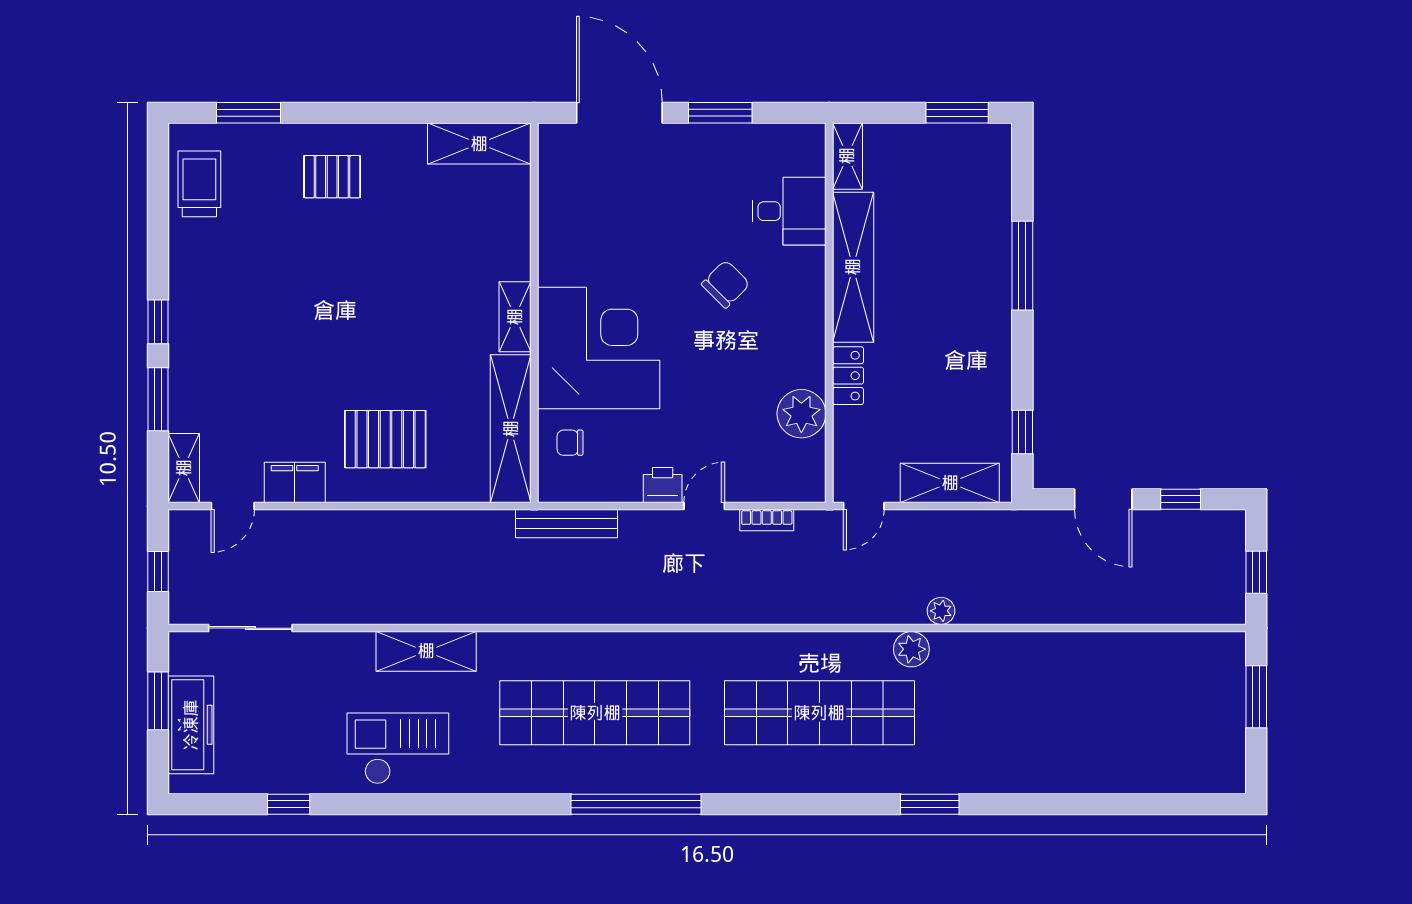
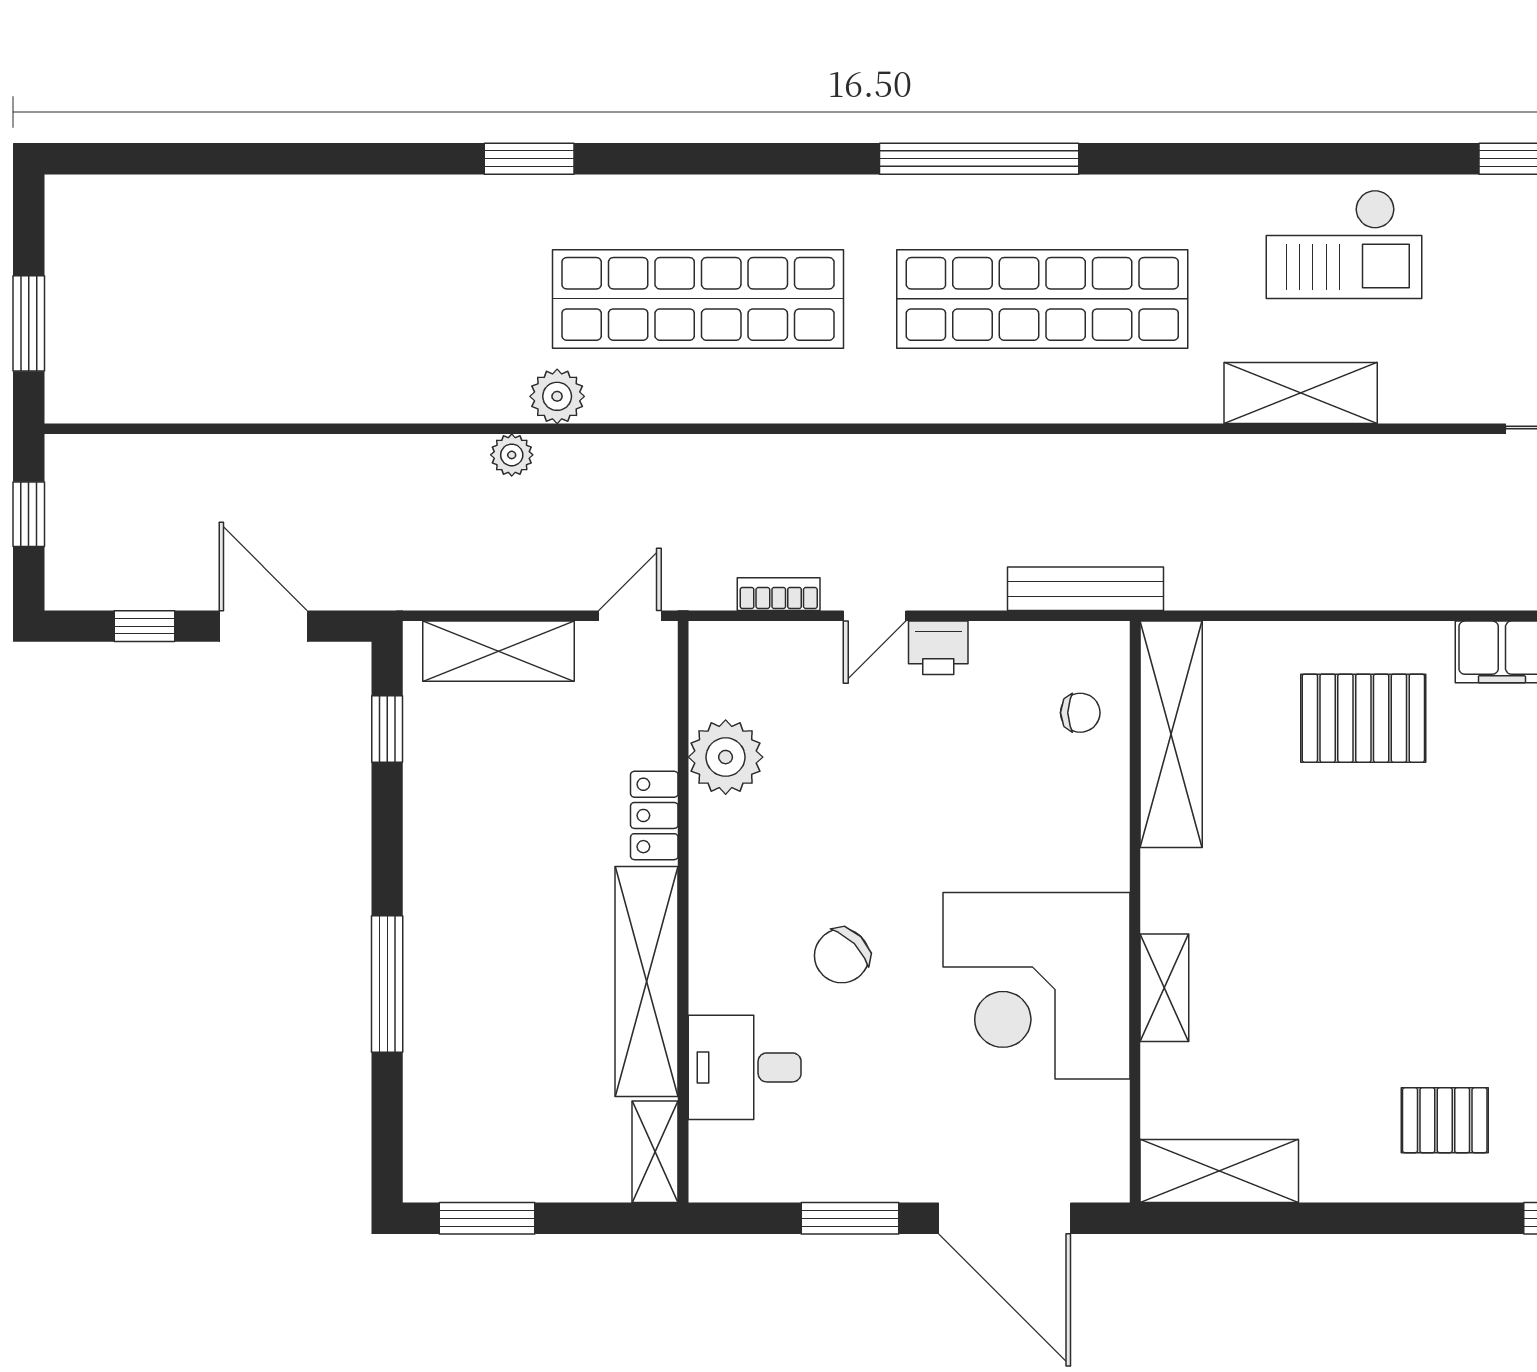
shelving: (515, 317) -> (1164, 988), moved
corner desk: (599, 348) -> (1036, 986), moved

